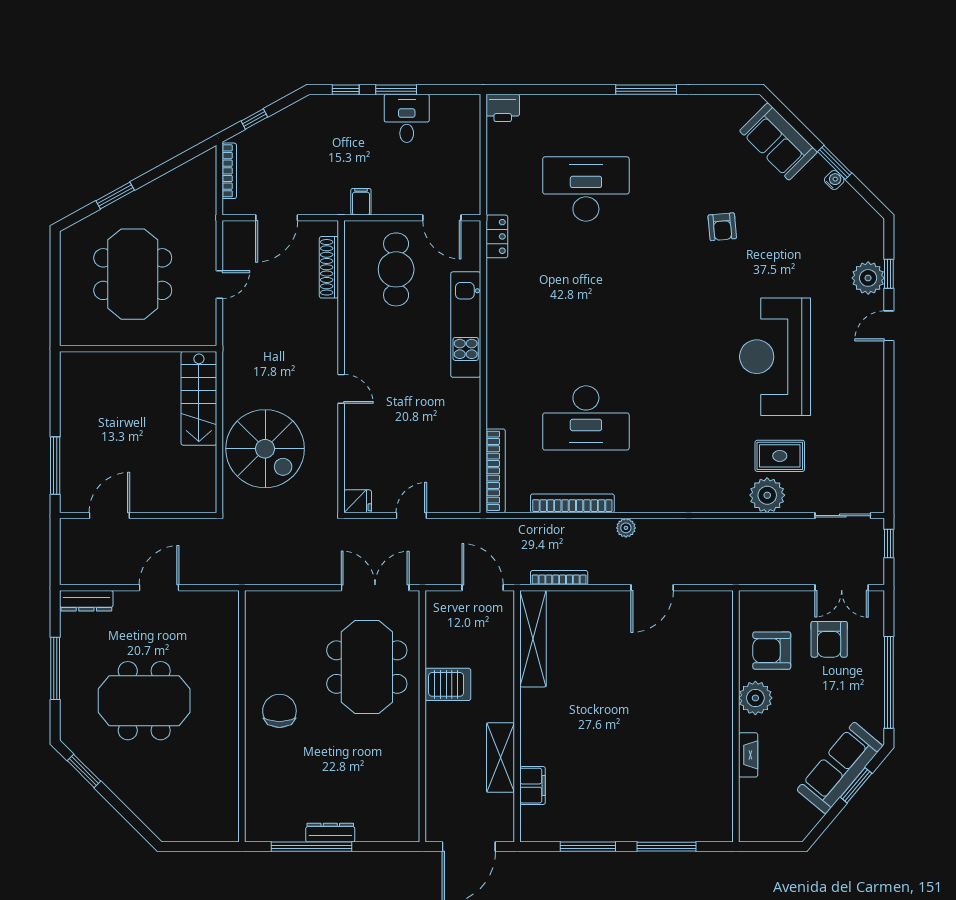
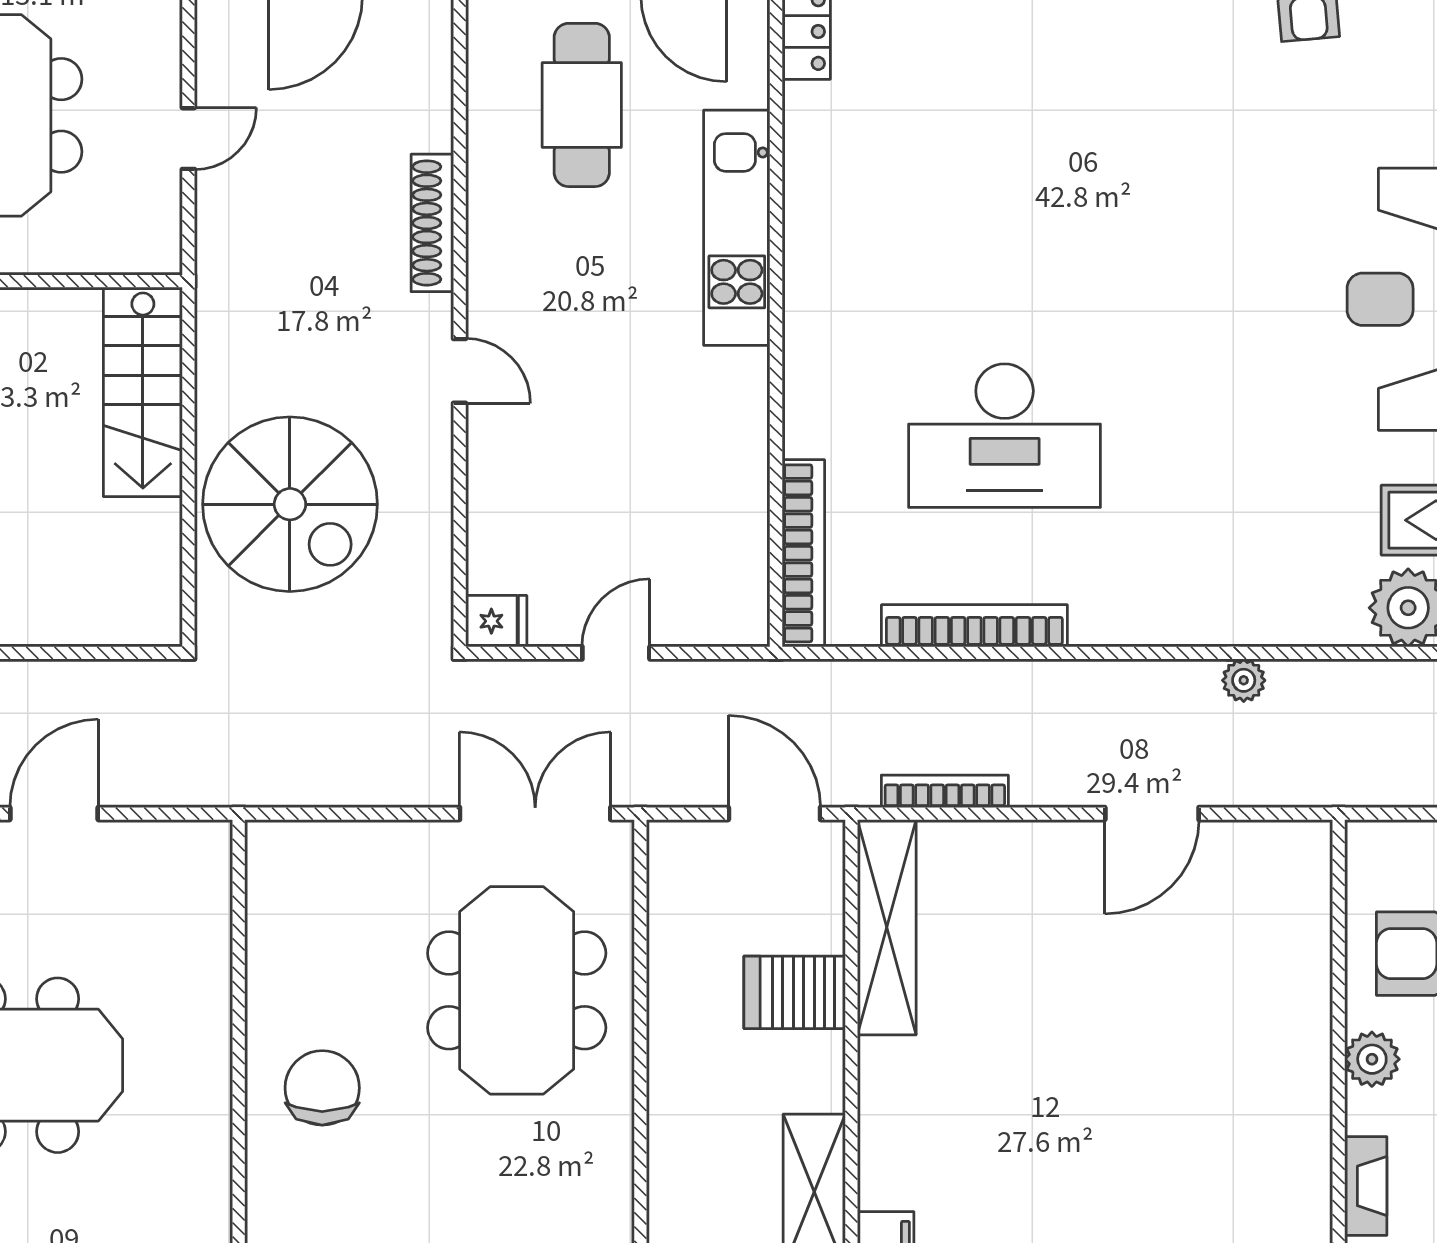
shoe rack: (329, 267) -> (432, 223), moved
plant: (626, 528) -> (1244, 680), moved
server rack: (448, 684) -> (795, 992), moved, turned 180
plant: (755, 698) -> (1372, 1059), width x0.73, depth x0.73

